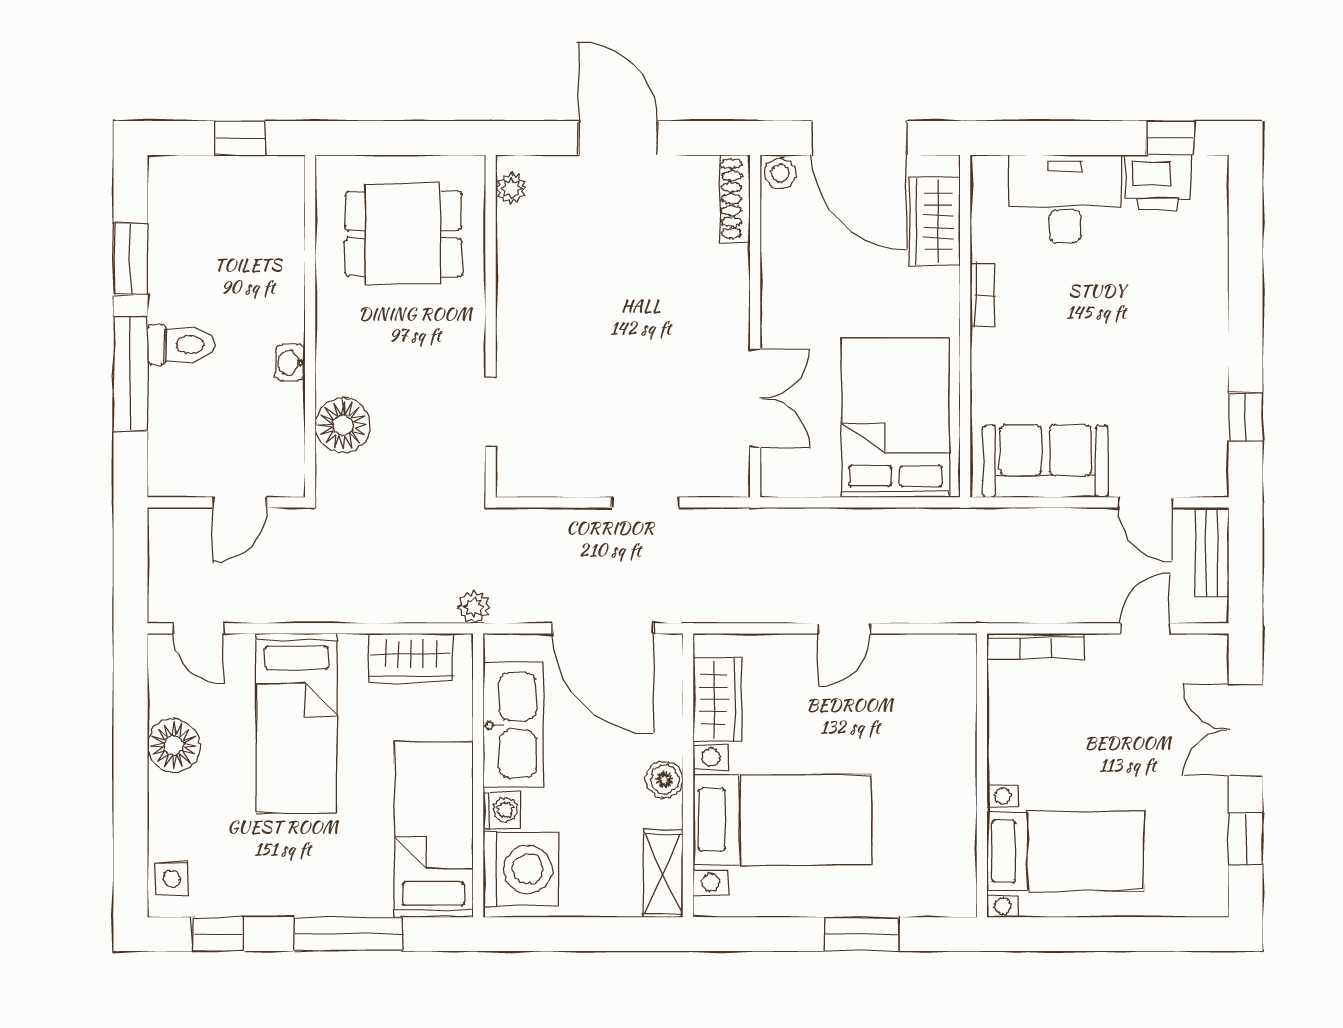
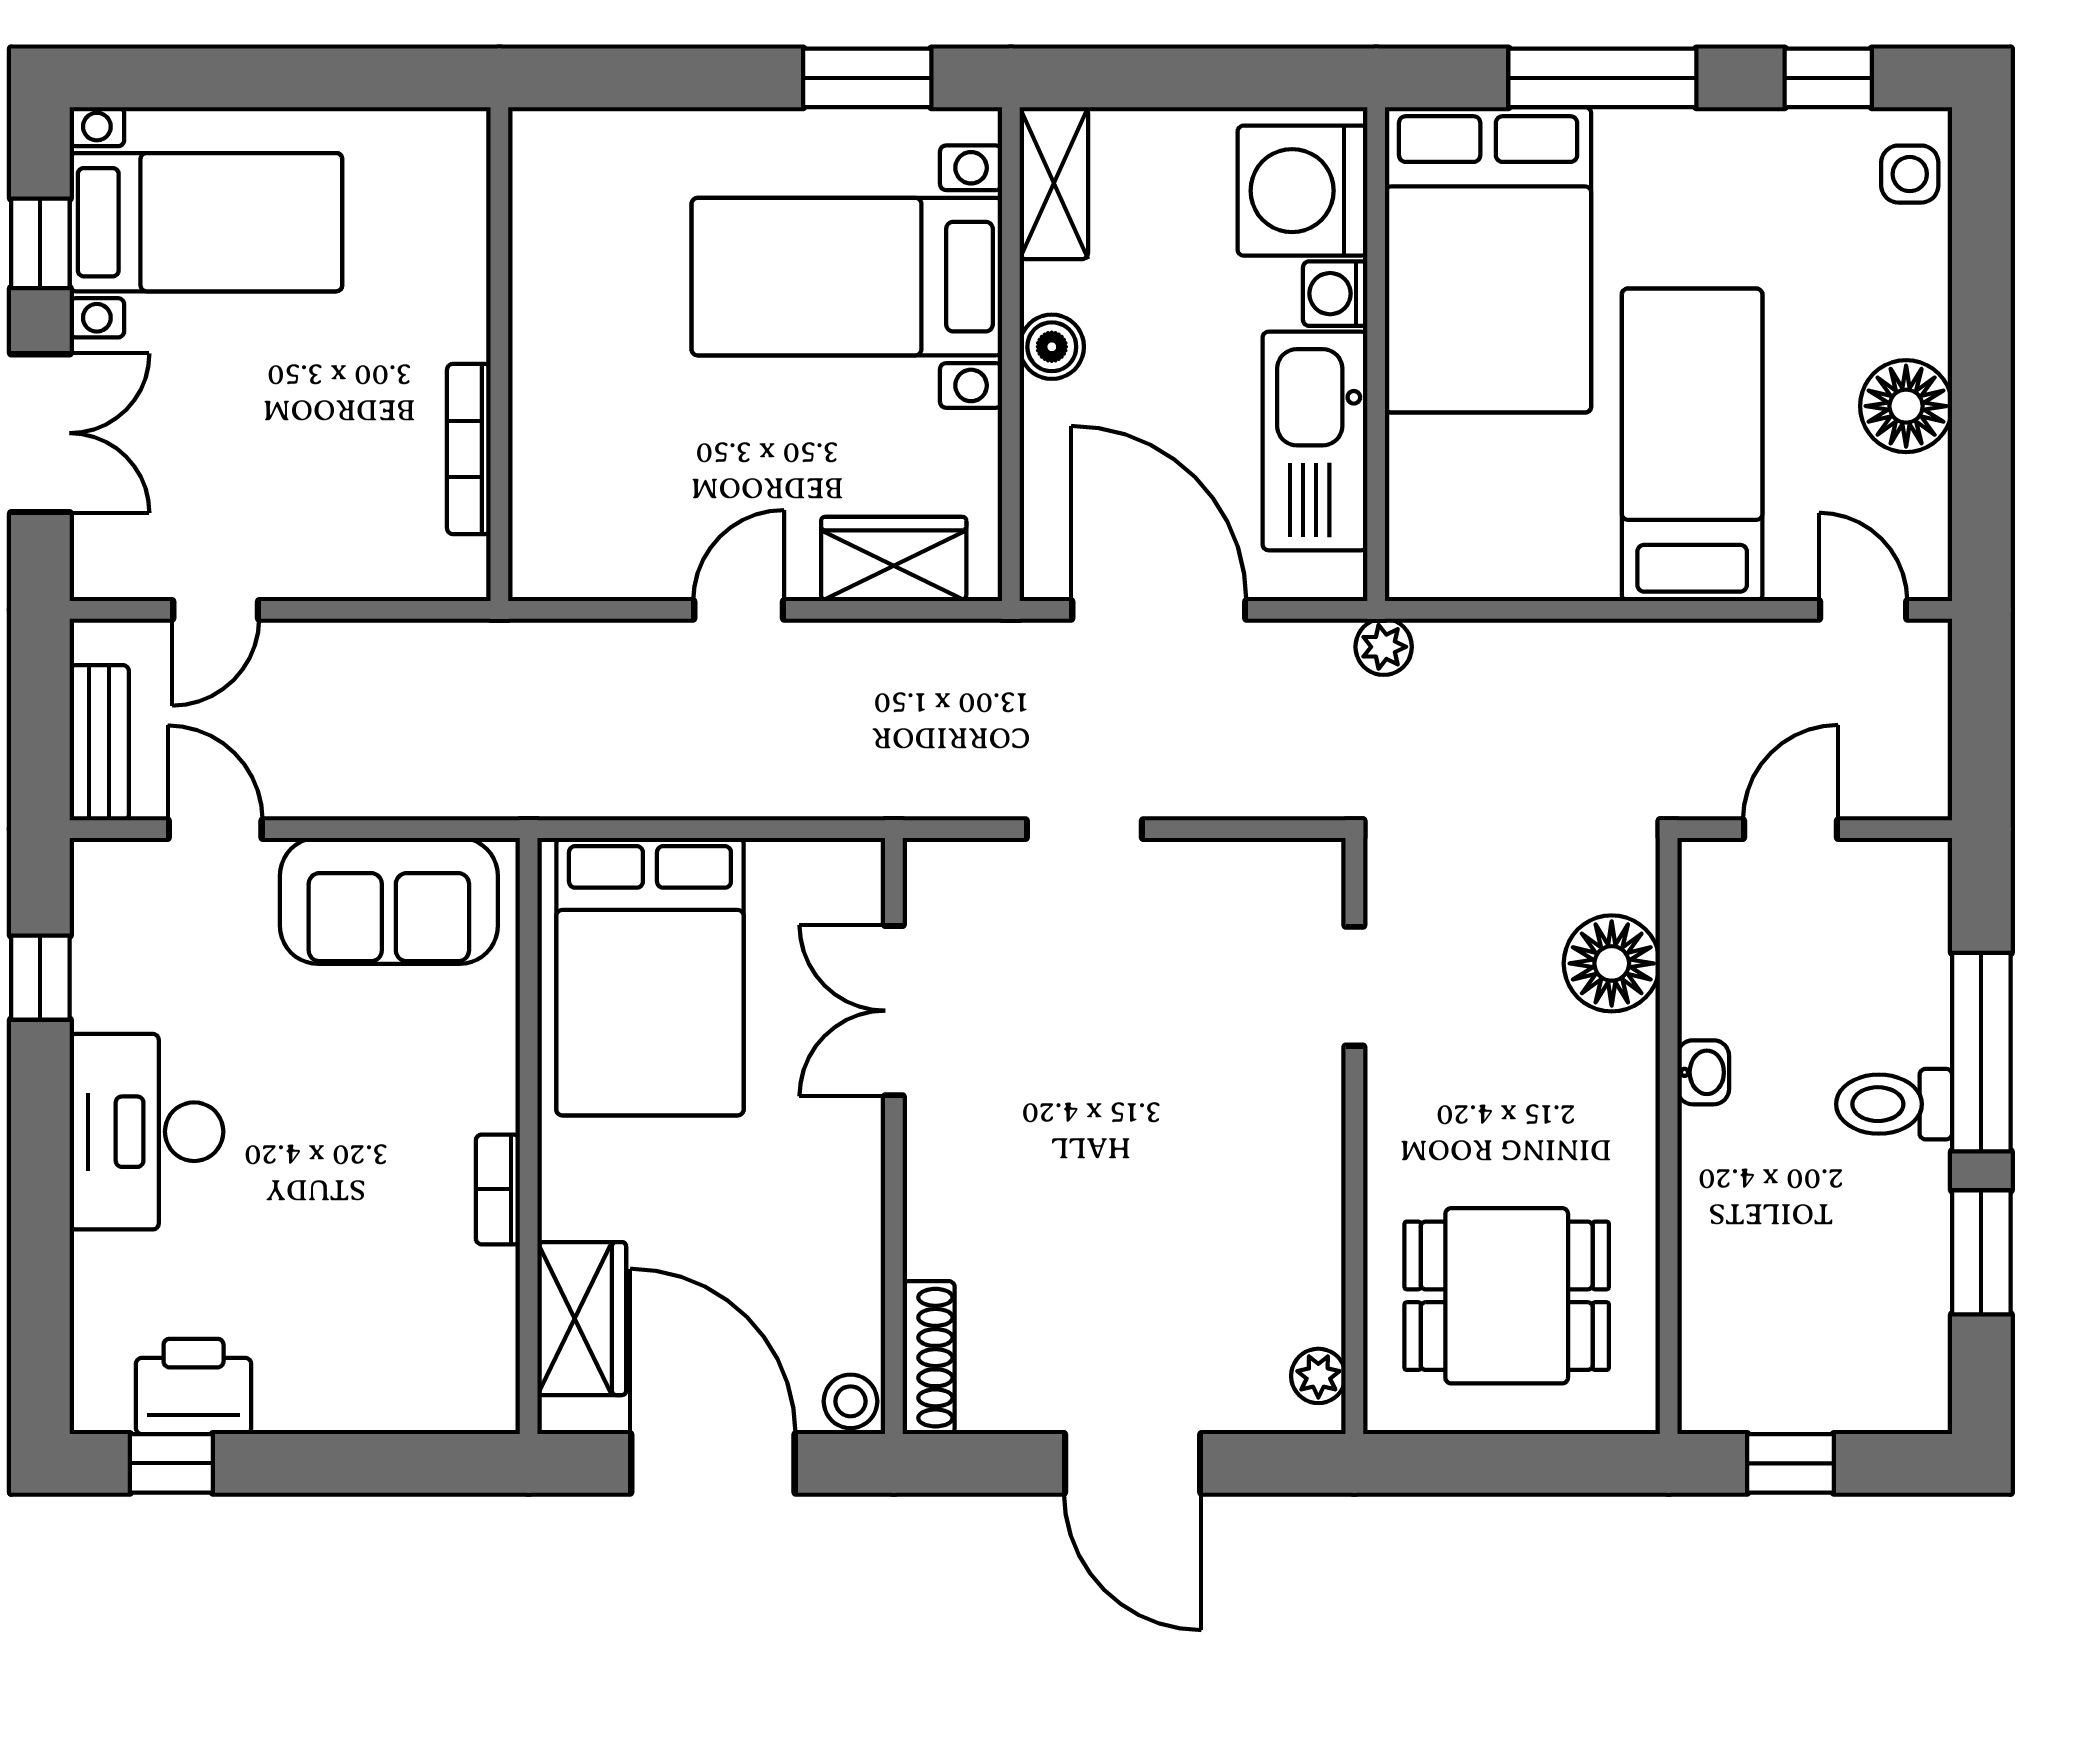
desk: (1065, 199) -> (146, 1132), moved, turned 90
bookcase: (1036, 646) -> (469, 449), moved, turned -90
wardrobe: (411, 658) -> (1494, 558), removed
wardrobe: (717, 699) -> (894, 559), moved, turned 90
bed: (434, 830) -> (1488, 260), width x1.50
bed with nightstands: (1065, 851) -> (206, 222), moved, turned 180
window: (861, 934) -> (867, 78), moved

